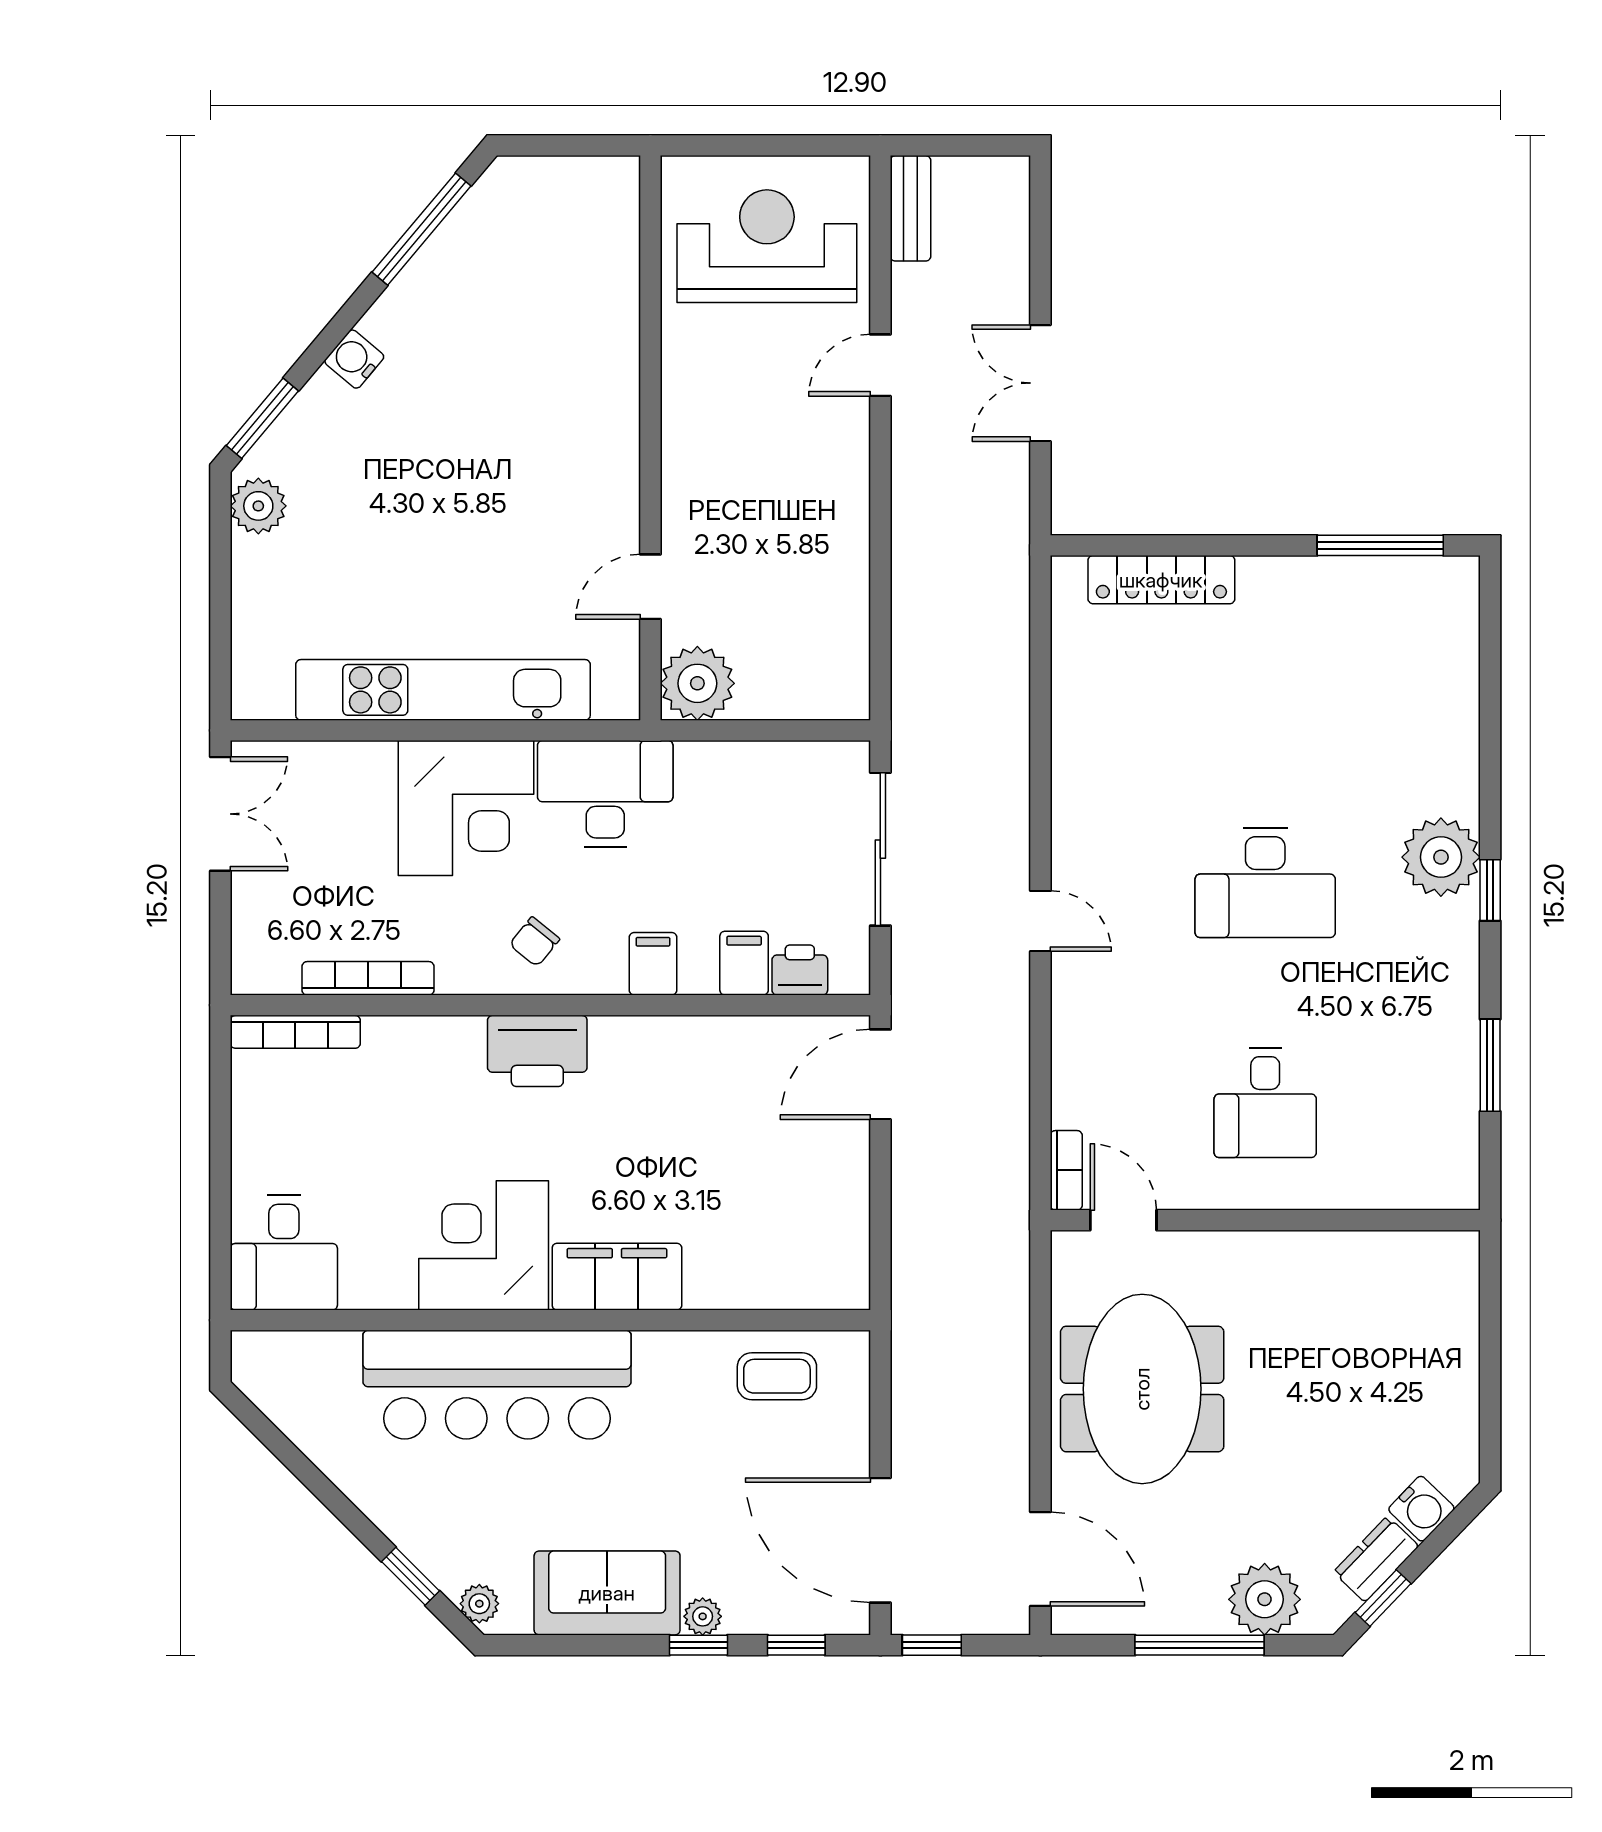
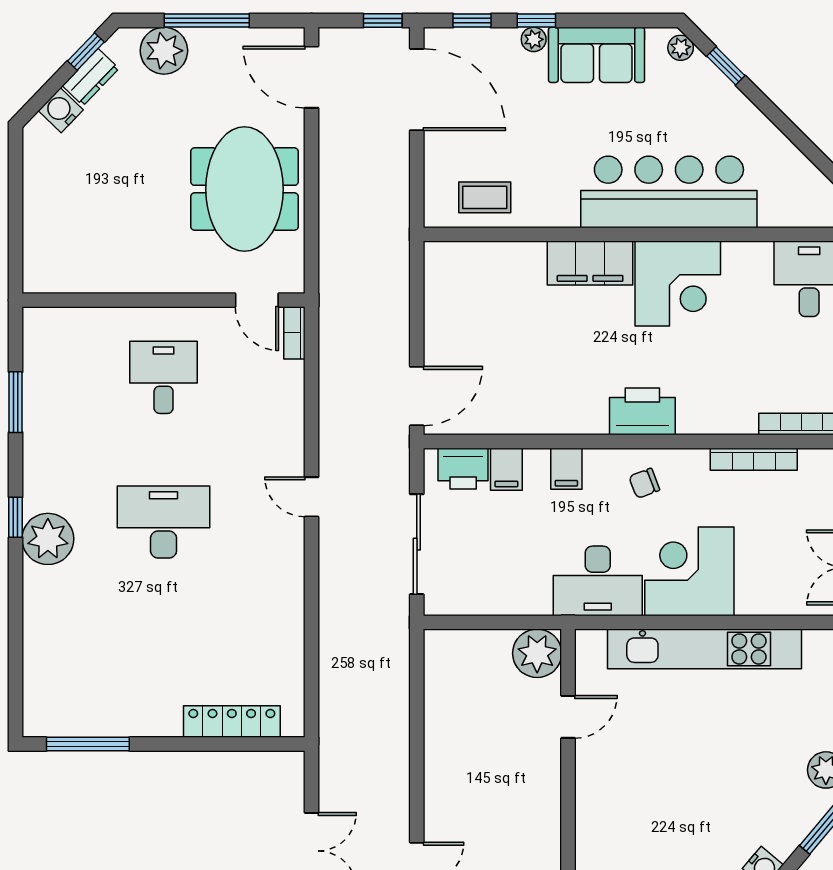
chair: (534, 942) -> (644, 483), turned -150
printer: (800, 970) -> (463, 469), width x1.36, depth x1.24

